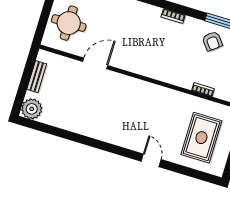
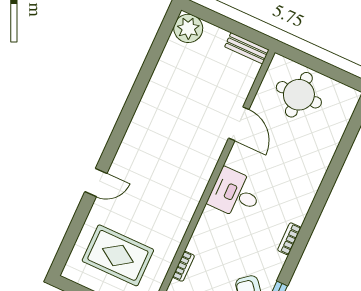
desk: (146, 59) -> (235, 194), added
bench: (37, 77) -> (247, 48), moved

